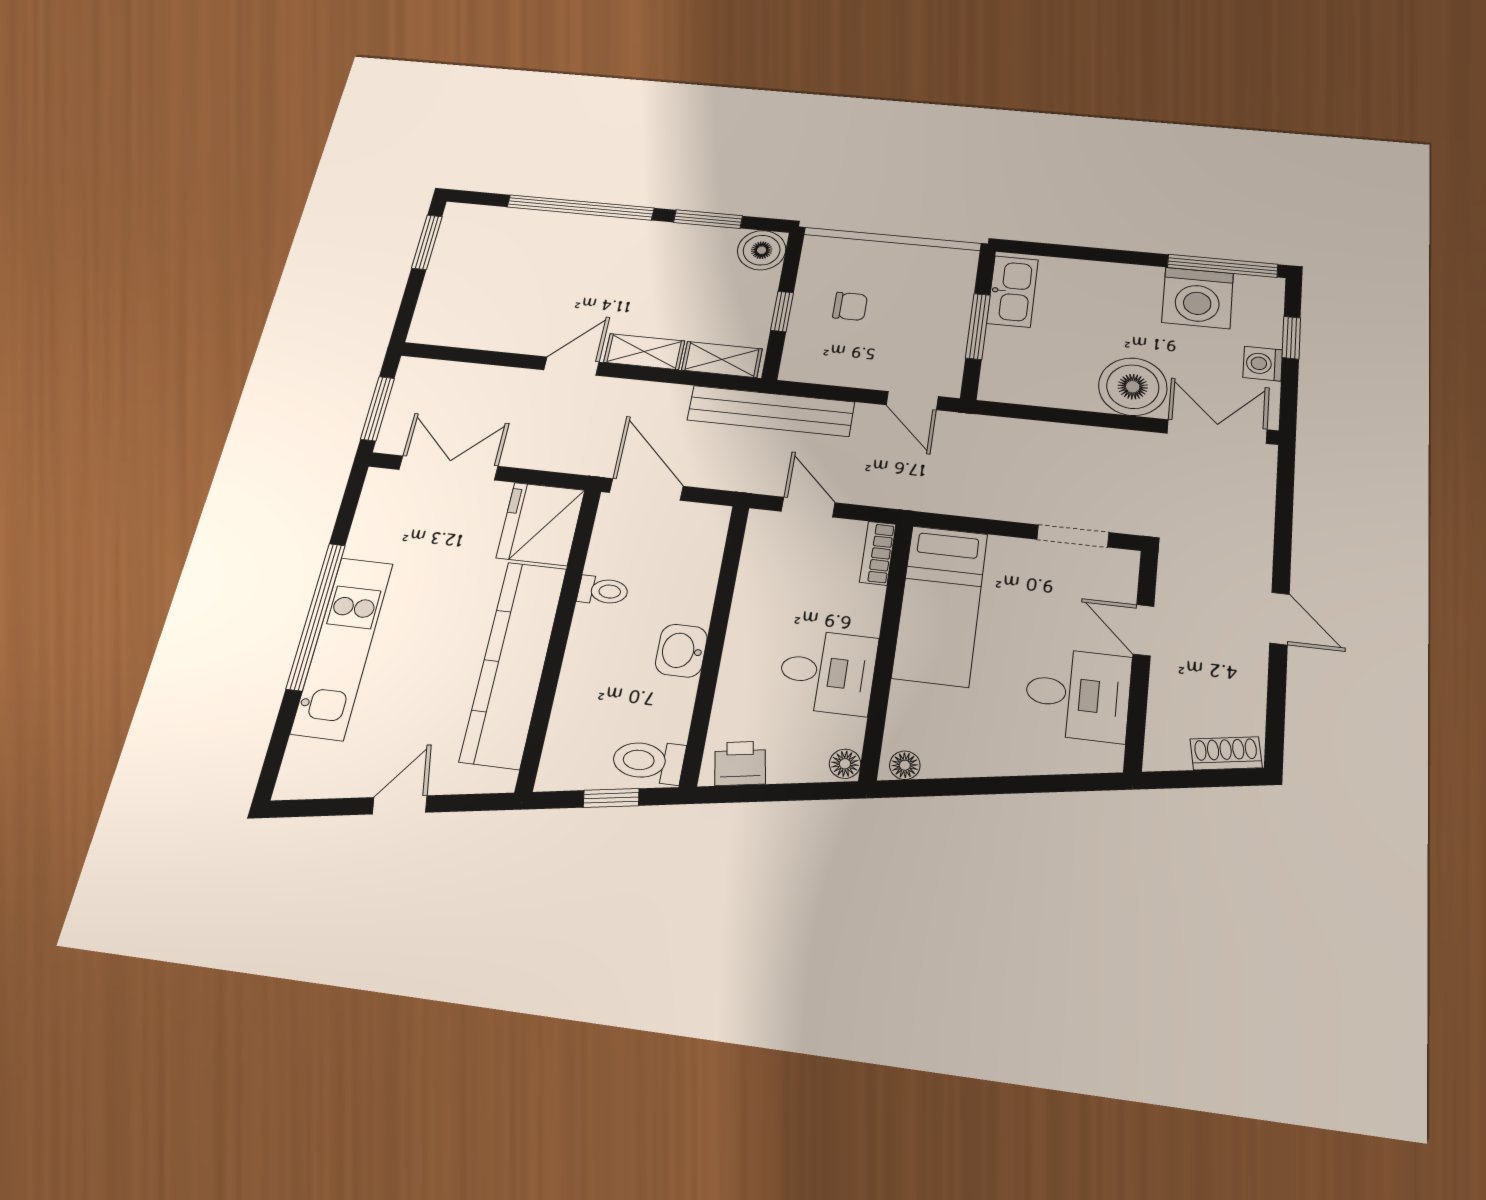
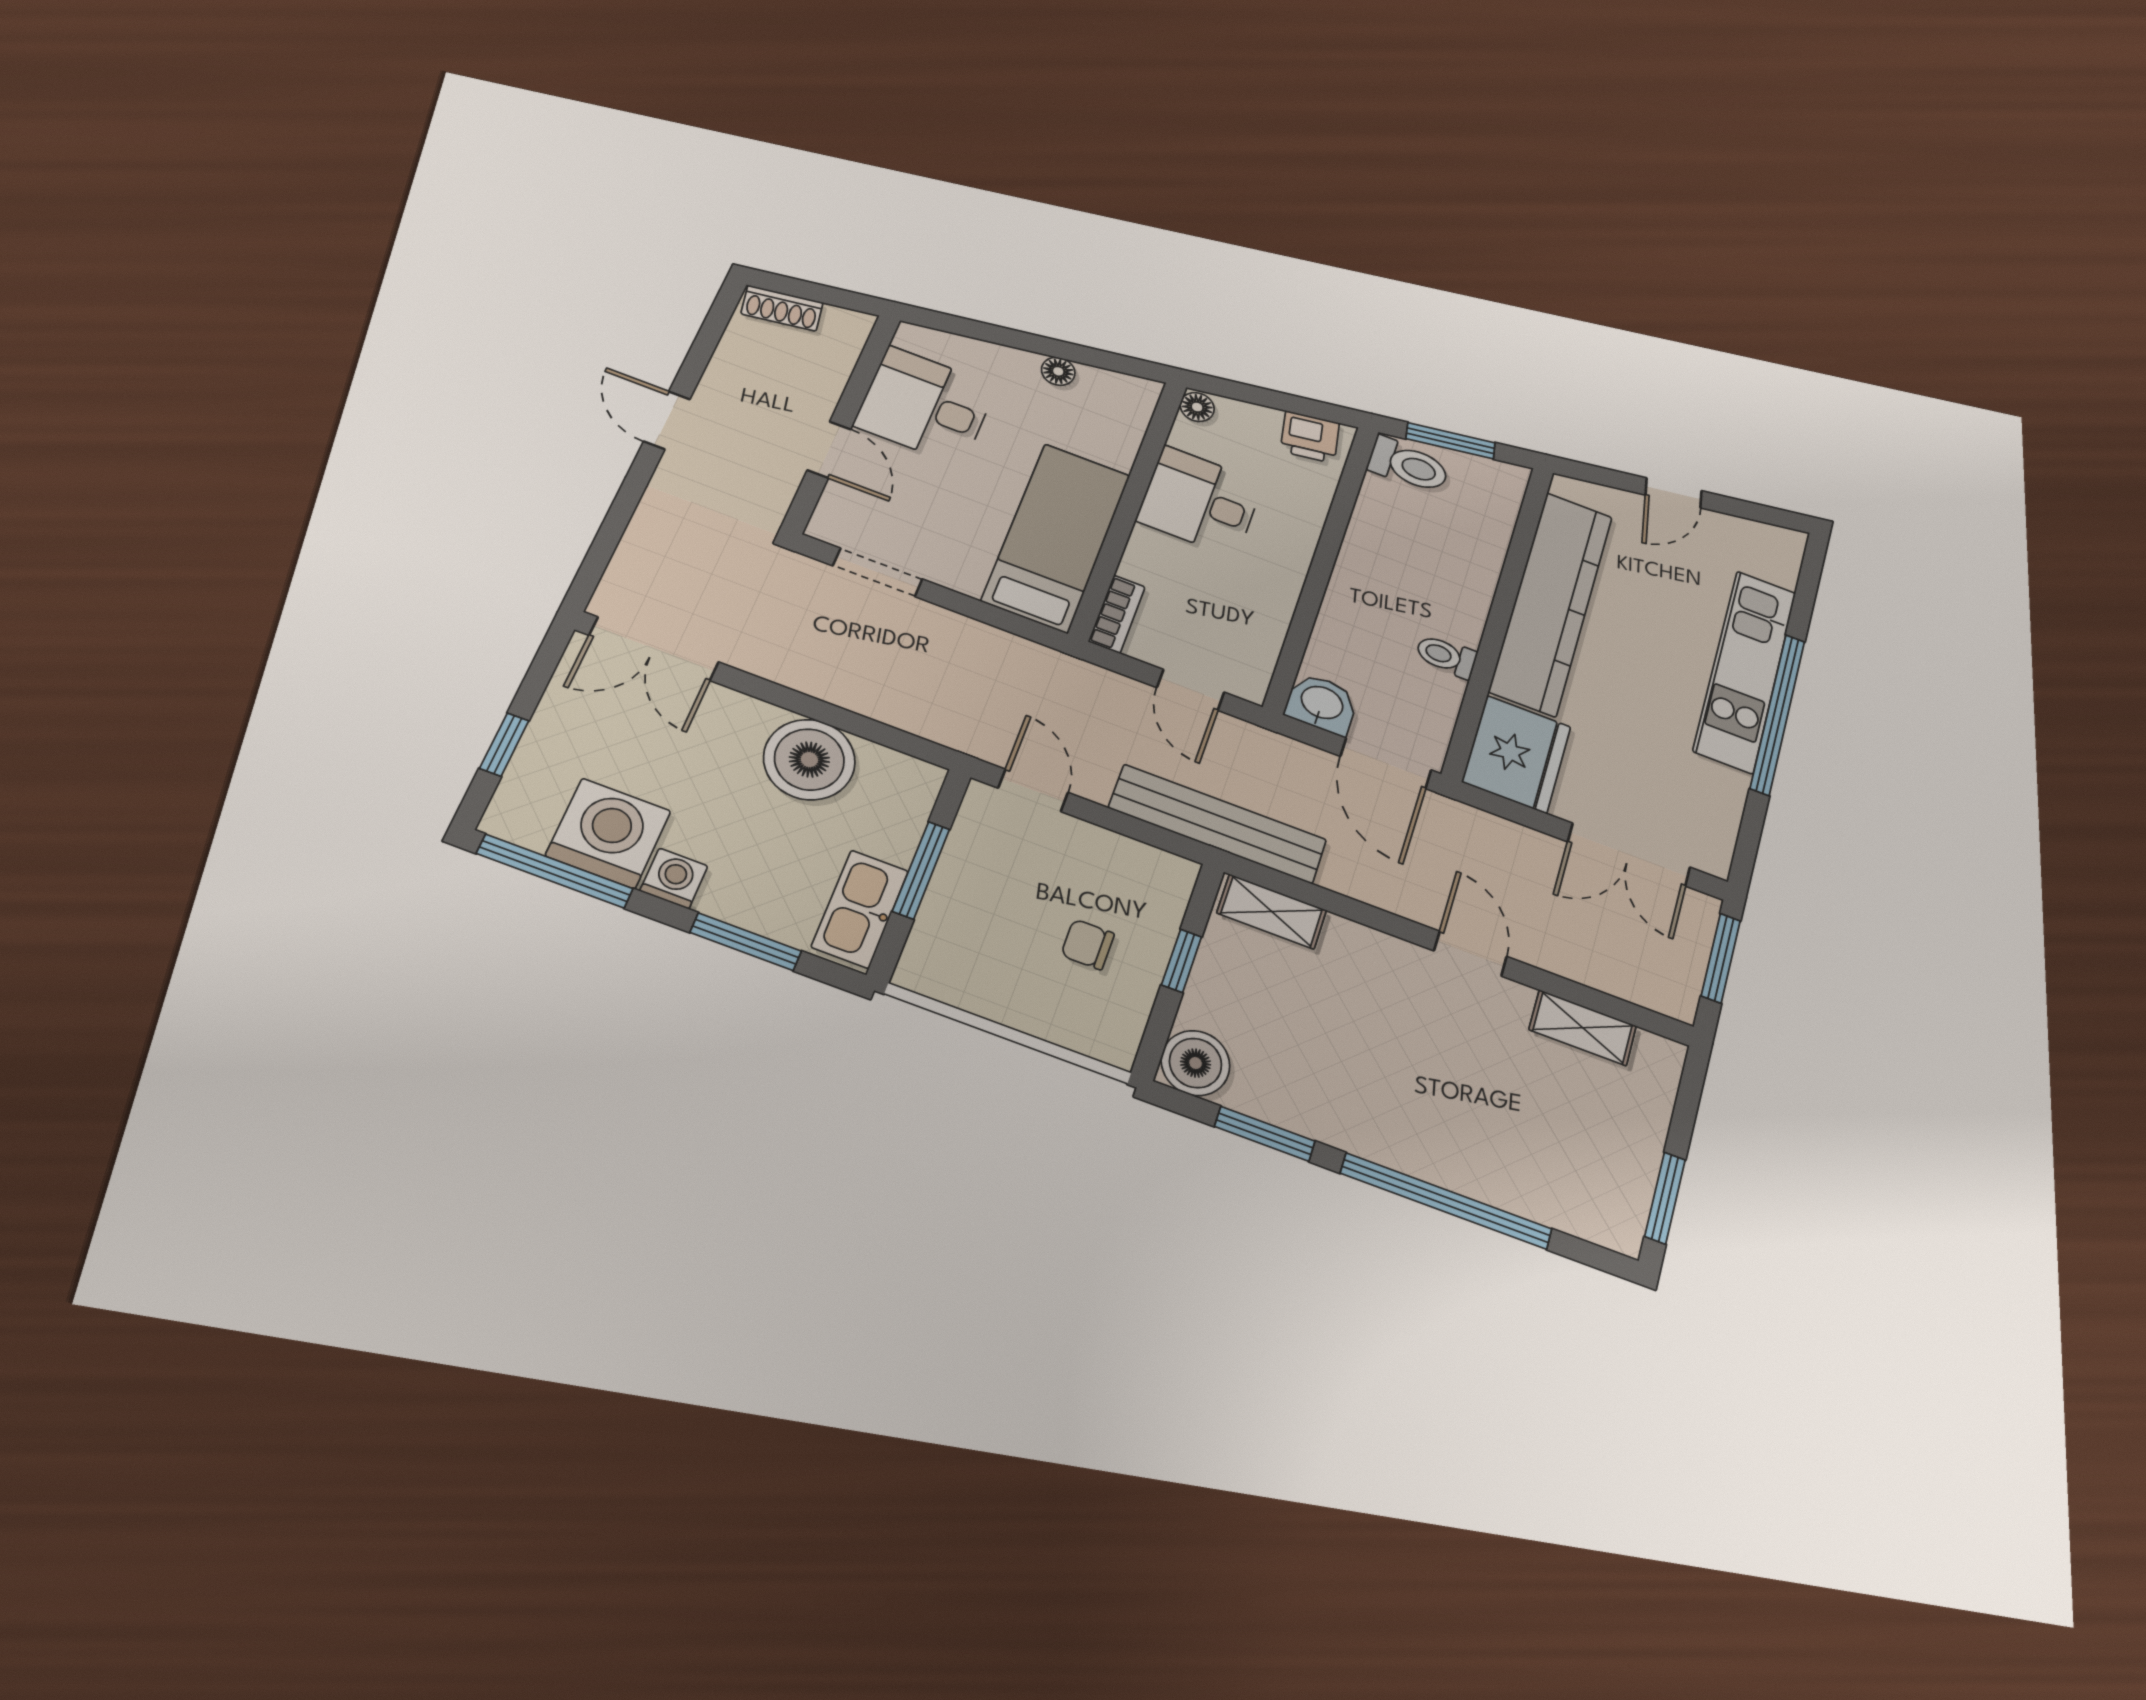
window: (1082, 253) -> (746, 942), added
shelving: (644, 352) -> (1583, 1028), moved
washing machine: (1263, 364) -> (674, 878), moved, turned -90
door: (571, 366) -> (1470, 954), swing flipped
boiler: (1133, 387) -> (809, 760), moved
washbasin: (681, 651) -> (1322, 704), moved, turned -90
floor lamp: (905, 765) -> (1058, 371), moved
window: (611, 798) -> (1451, 441), width x1.50

